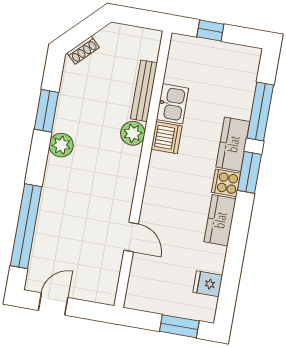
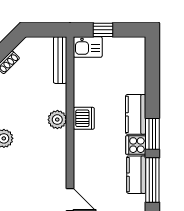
bench: (144, 91) -> (60, 60), moved
kitchen sink: (172, 104) -> (88, 47), moved, turned 90
window: (260, 112) -> (152, 180), moved

